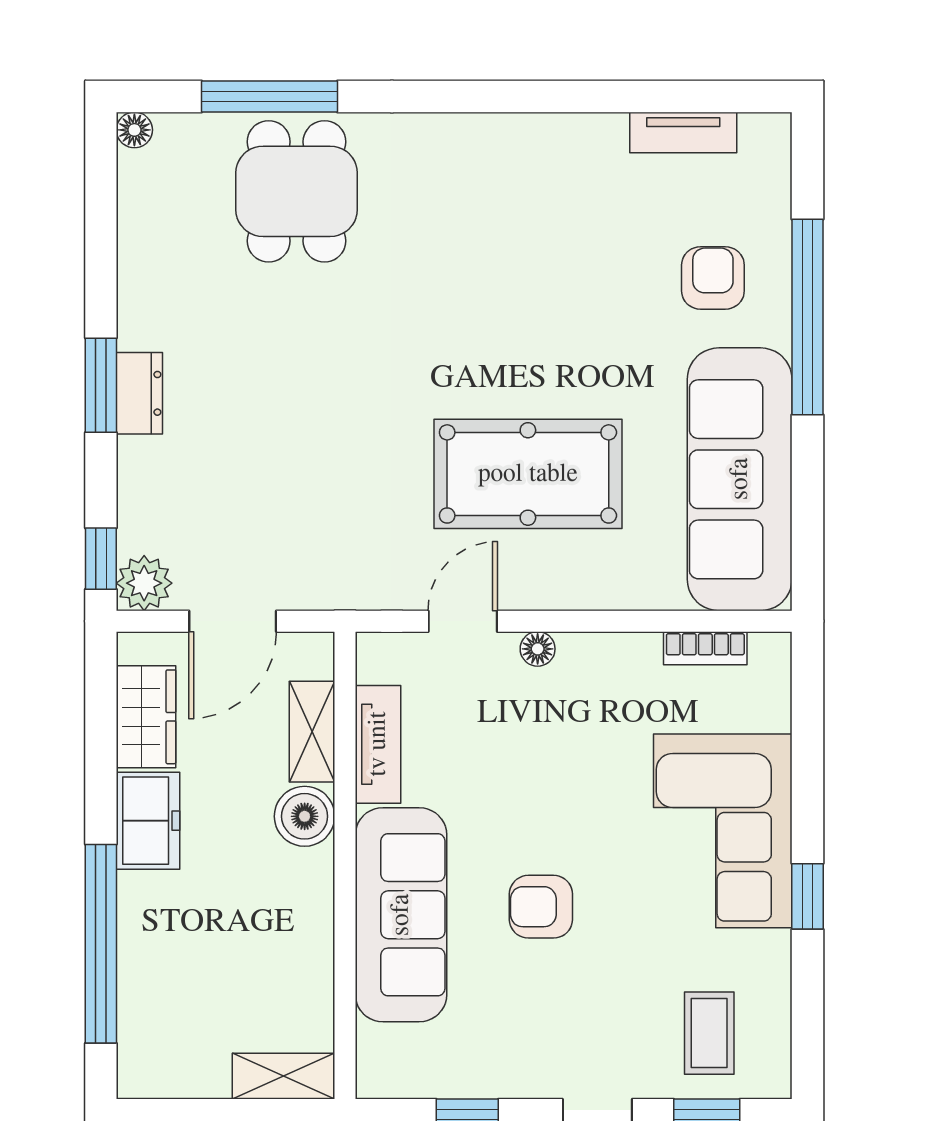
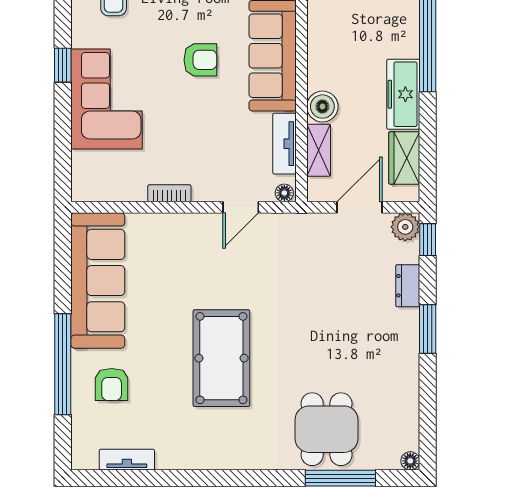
dresser: (139, 393) -> (408, 286), moved
pool table: (528, 474) -> (221, 358), moved, turned 90
bookcase: (705, 648) -> (169, 193), moved
floor lamp: (538, 649) -> (284, 193), moved
freezer: (148, 821) -> (403, 94), width x1.40

